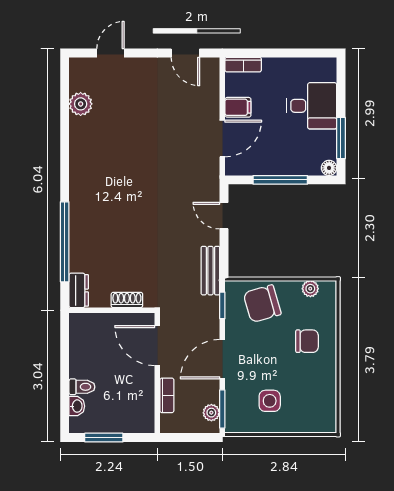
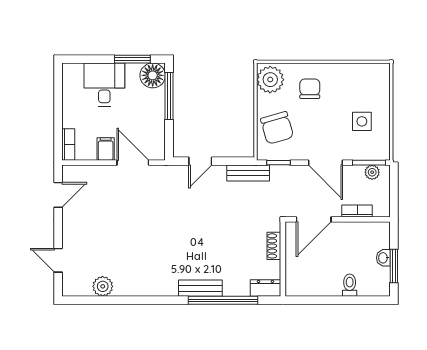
floor lamp: (329, 168) -> (153, 75), width x1.89, depth x1.89
window: (280, 180) -> (169, 96), moved
bench: (79, 216) -> (200, 288), added
plant: (310, 289) -> (270, 80), width x1.87, depth x1.87
washbasin: (77, 406) -> (383, 258), moved, turned -90

